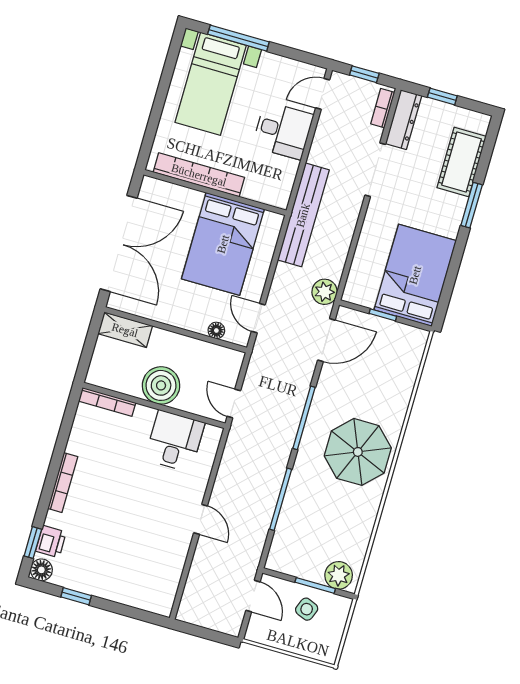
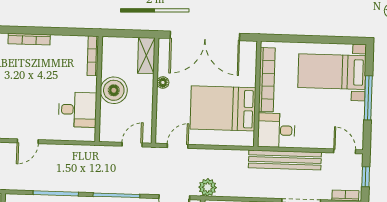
window: (238, 38) -> (368, 98), moved
desk: (283, 131) -> (276, 130), moved, turned 90
bench: (303, 215) -> (285, 160), moved
floor lamp: (216, 330) -> (163, 82), moved
door: (234, 404) -> (132, 145), moved

